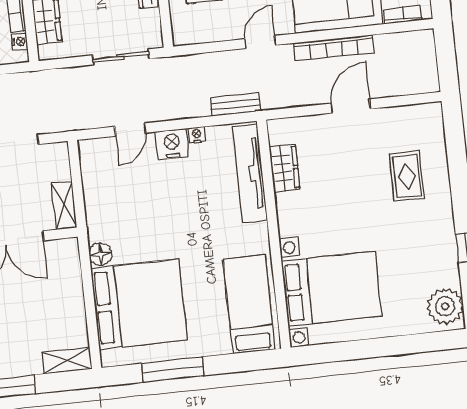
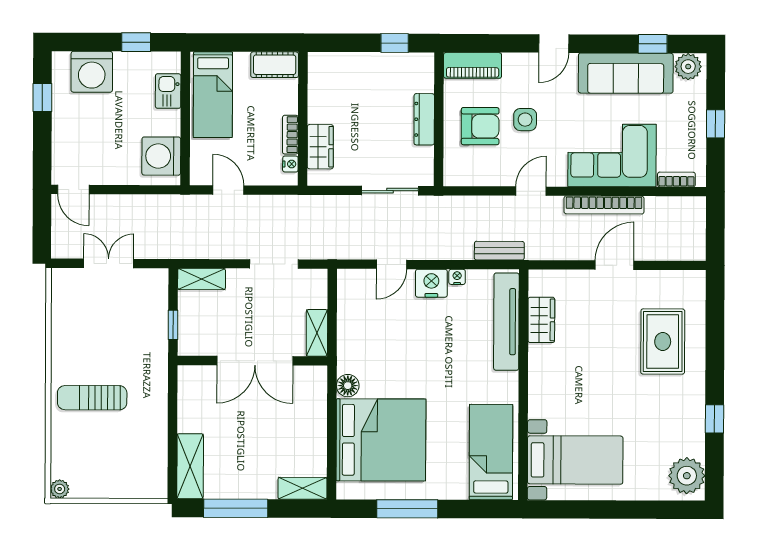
rug: (407, 176) -> (663, 342), width x1.36, depth x1.43
bed with nightstands: (332, 289) -> (575, 460), width x0.73

